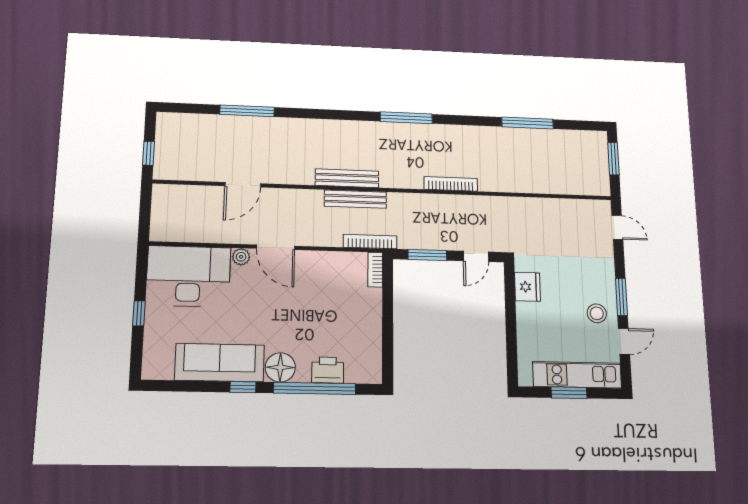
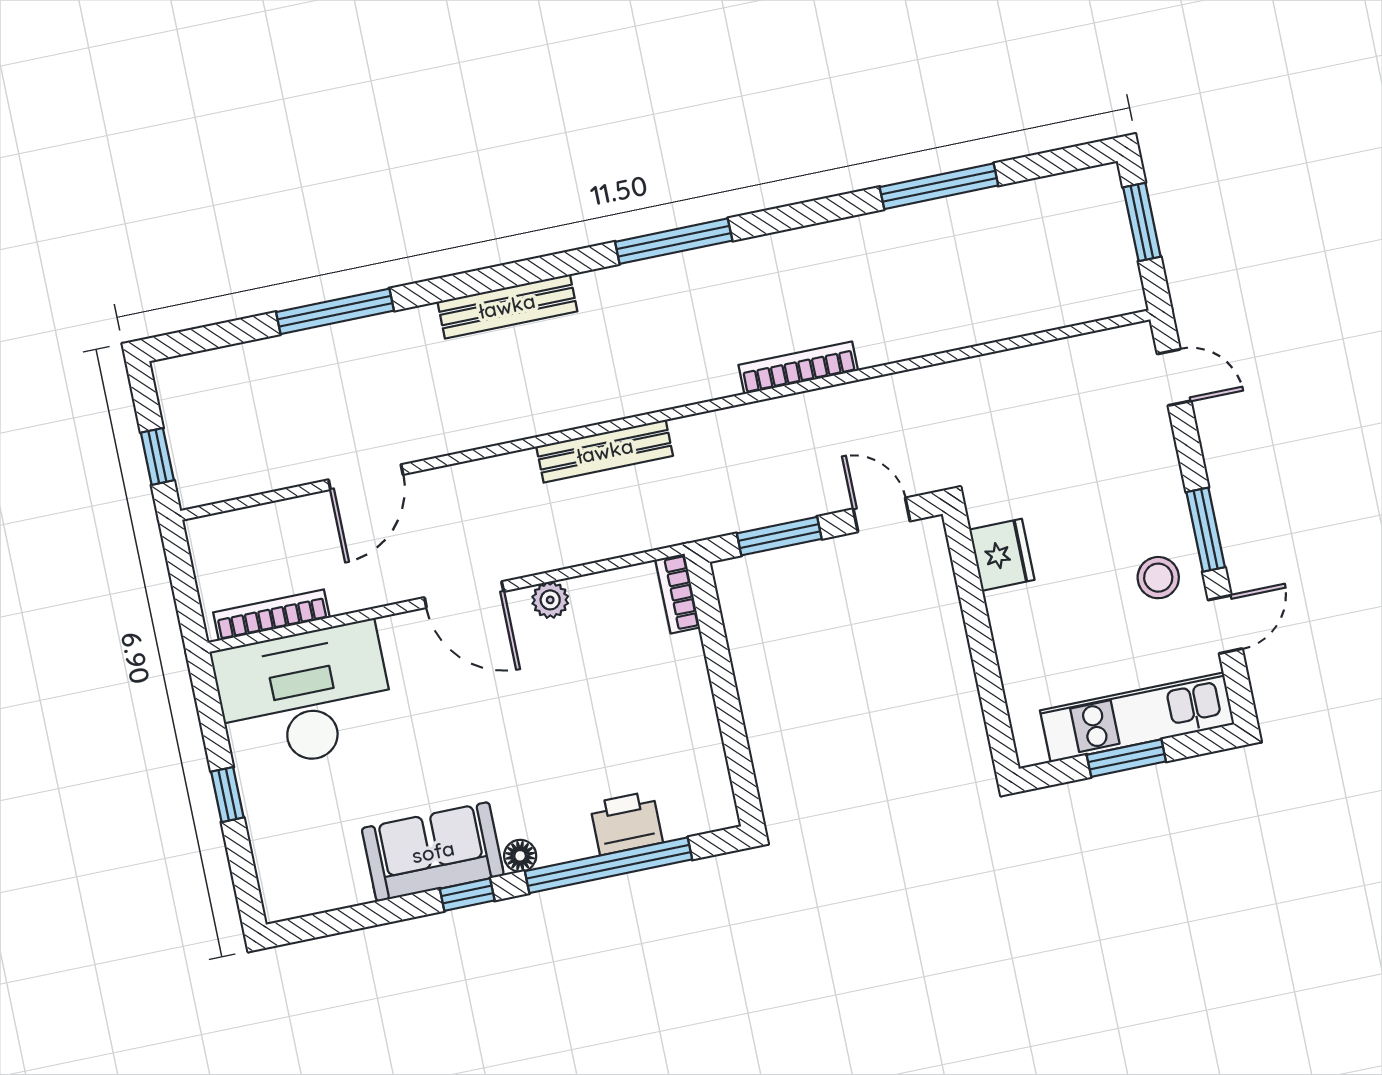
bench: (347, 178) -> (507, 306), moved
bookcase: (370, 241) -> (271, 615), moved
door: (476, 256) -> (882, 515), swing flipped
plant: (241, 257) -> (550, 600), moved
sofa: (220, 363) -> (433, 852), width x0.73
floor lamp: (280, 367) -> (520, 856), width x0.53, depth x0.53

